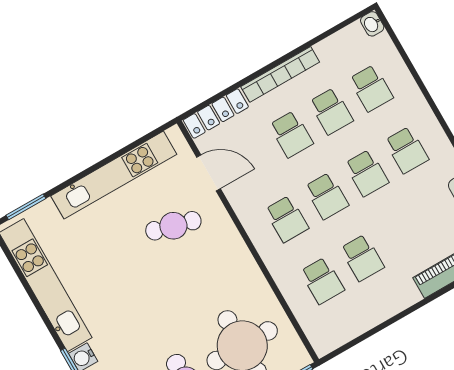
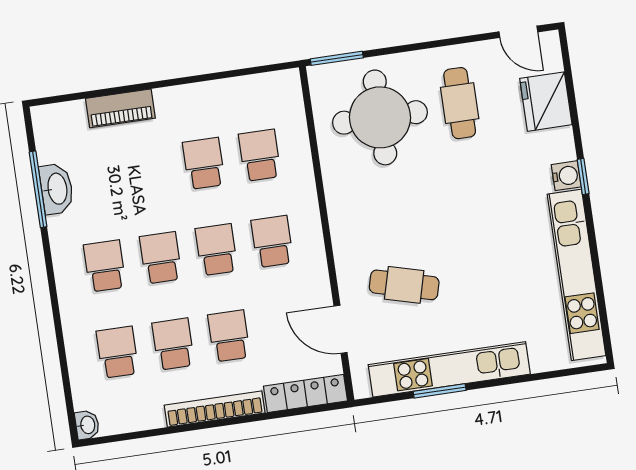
window: (26, 207) -> (440, 391), moved

